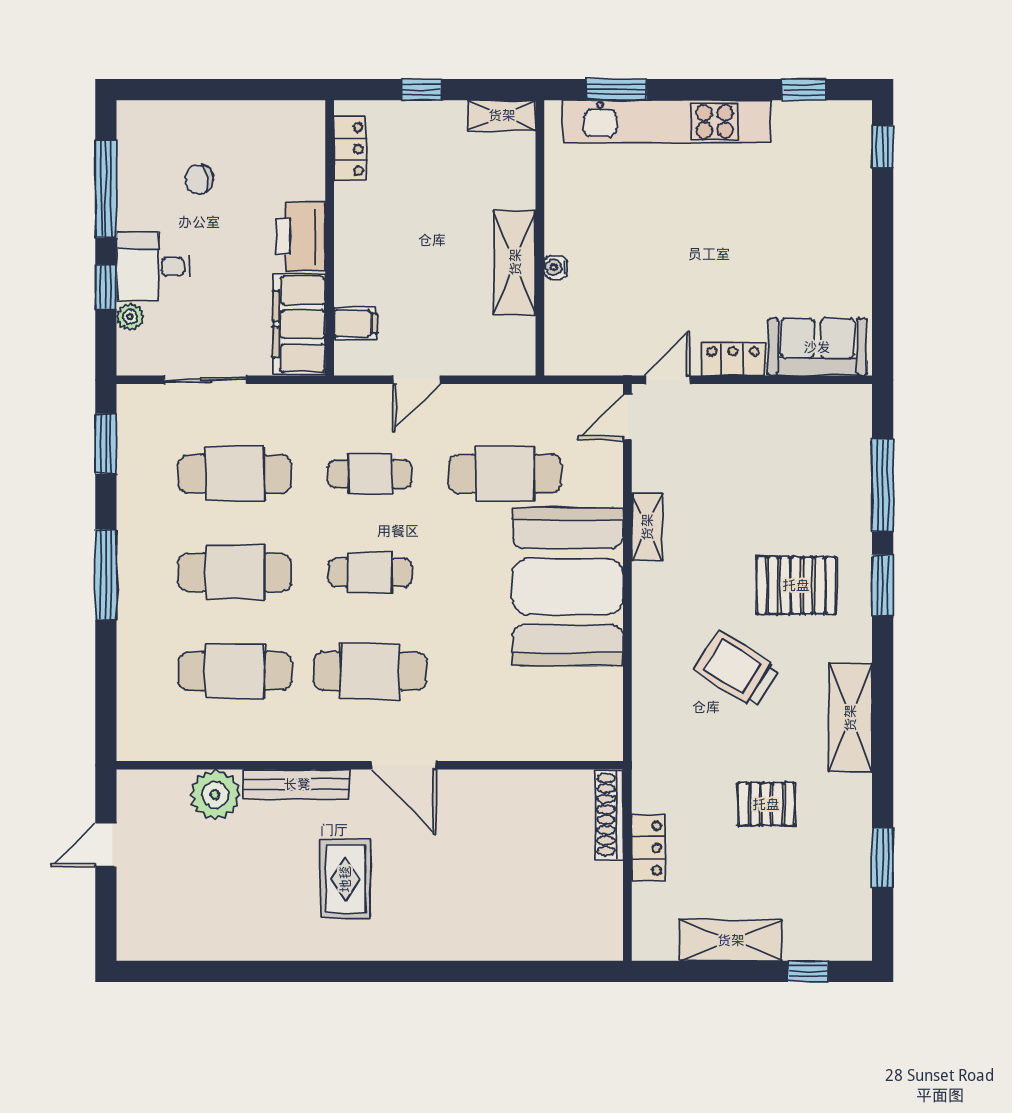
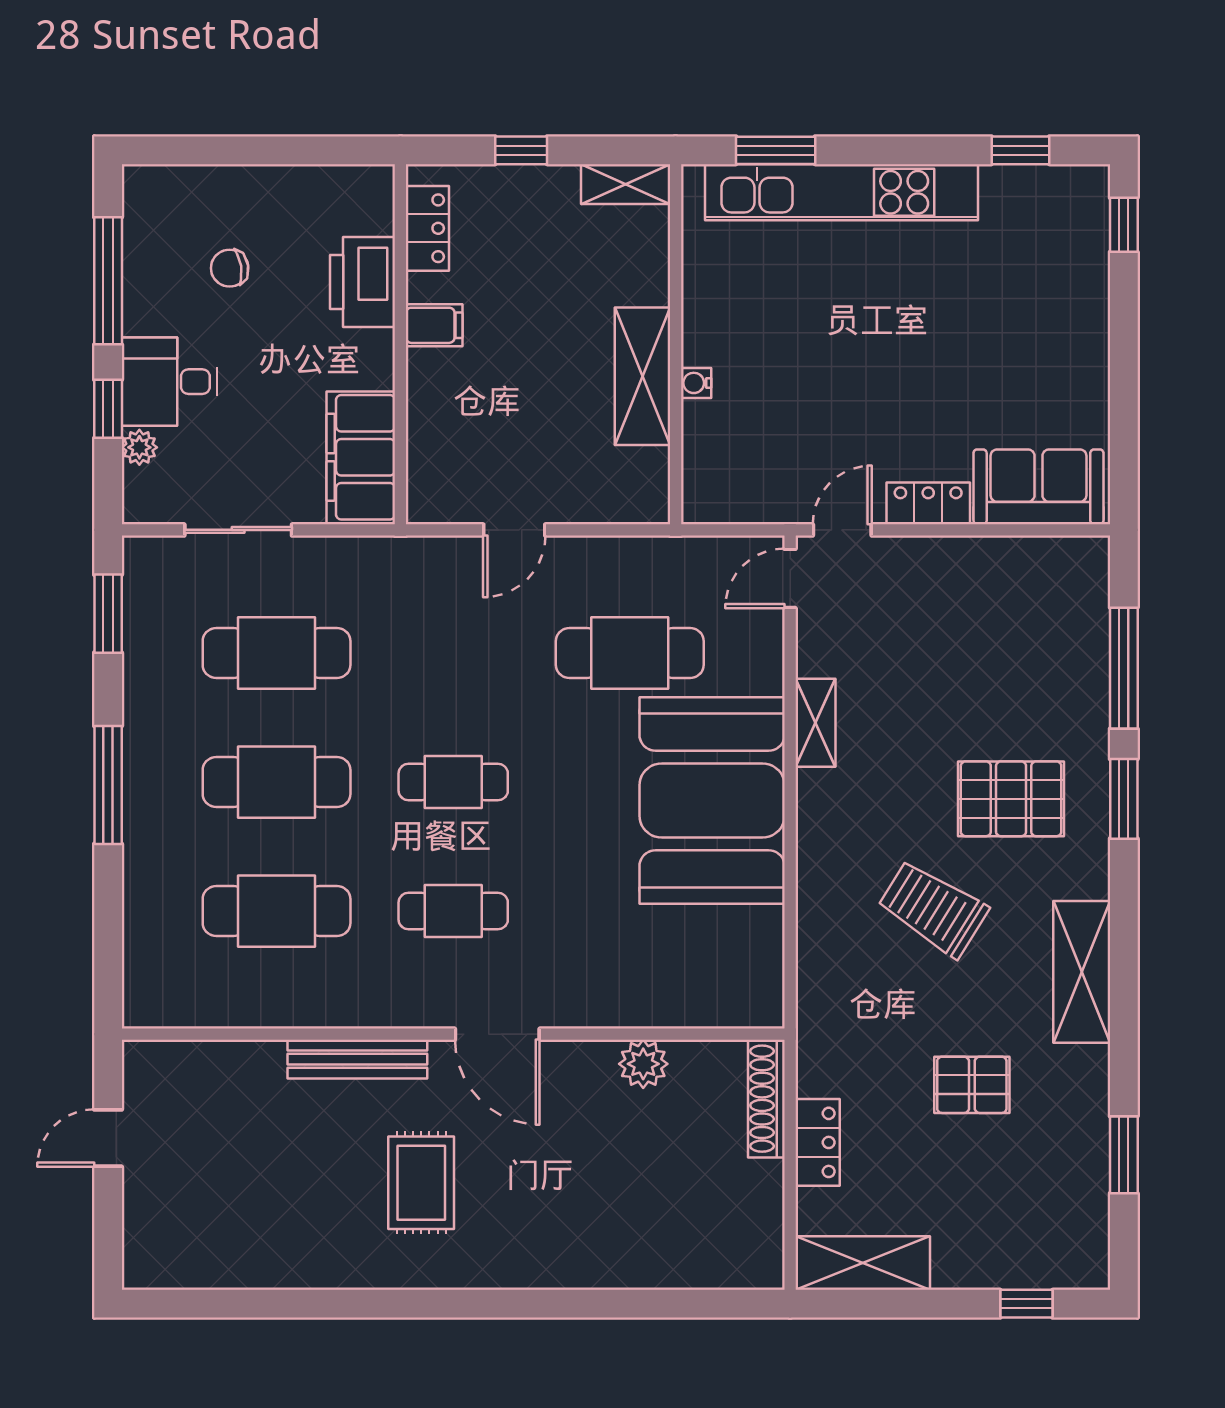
printer: (301, 236) -> (363, 282), moved
filing cabinet: (355, 323) -> (434, 325), moved
cafe table: (370, 474) -> (453, 653), removed
cafe table: (370, 671) -> (453, 911), width x0.73, depth x0.74
plant: (215, 795) -> (643, 1064), moved, width x0.73, depth x0.73
shelving: (731, 940) -> (863, 1263), moved

